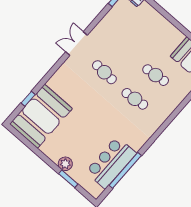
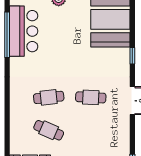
cafe table: (156, 75) -> (49, 130), turned 30
window: (28, 99) -> (132, 56), moved

